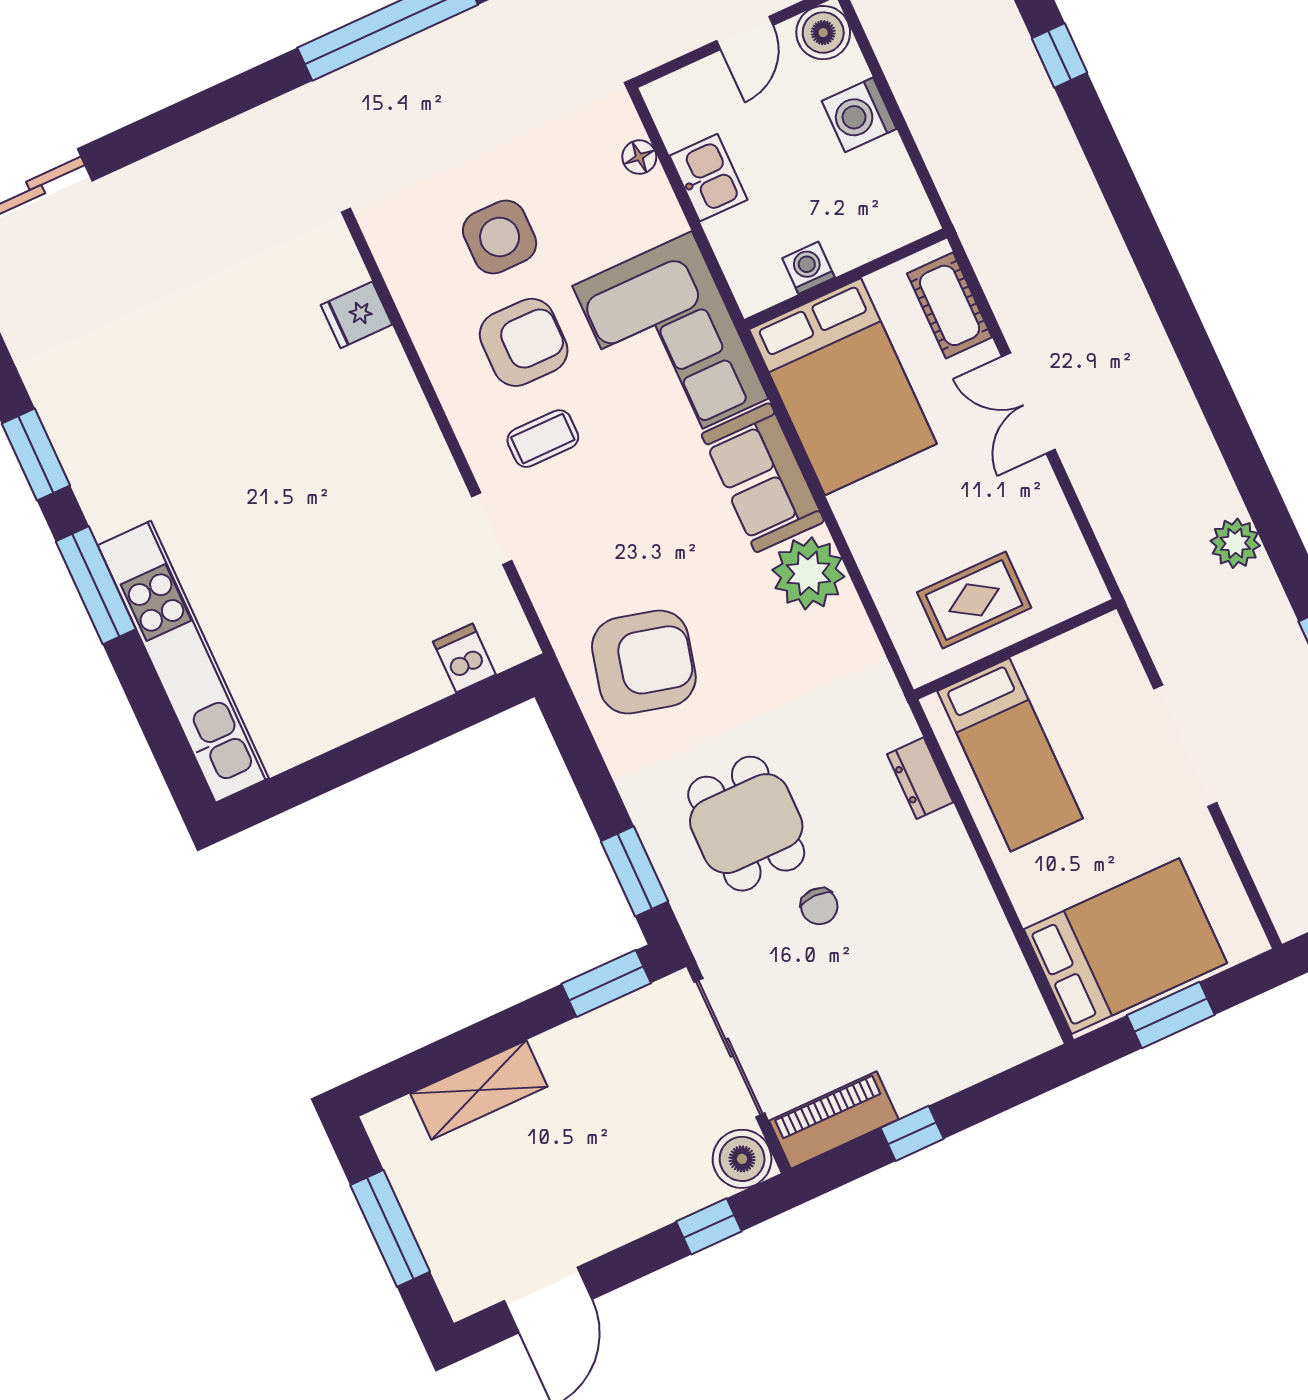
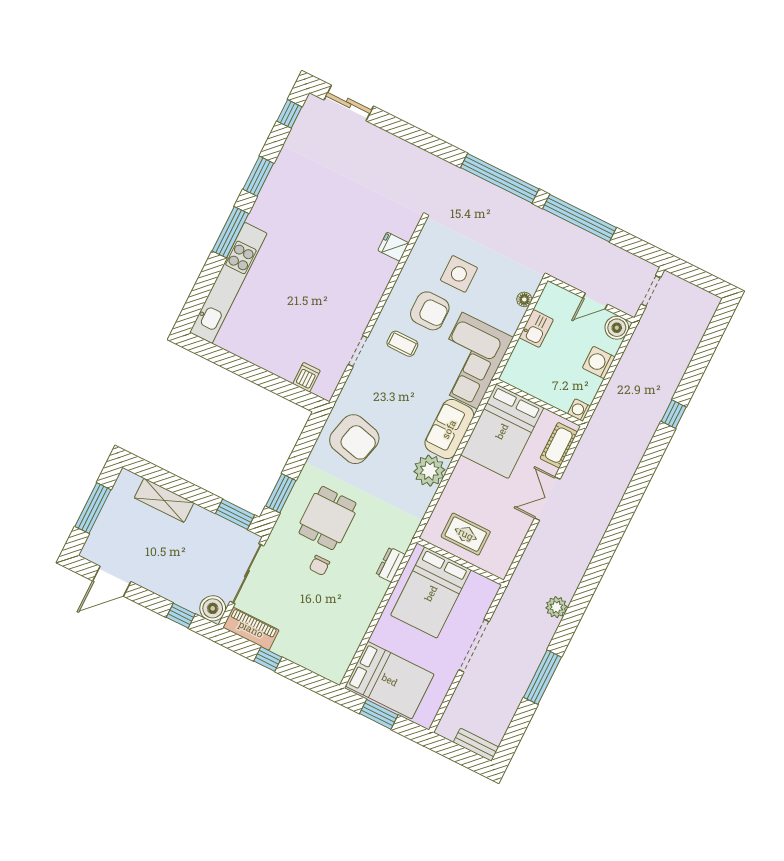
washing machine: (808, 268) -> (579, 410), moved, turned -90
bed: (1010, 755) -> (431, 593), width x1.50

